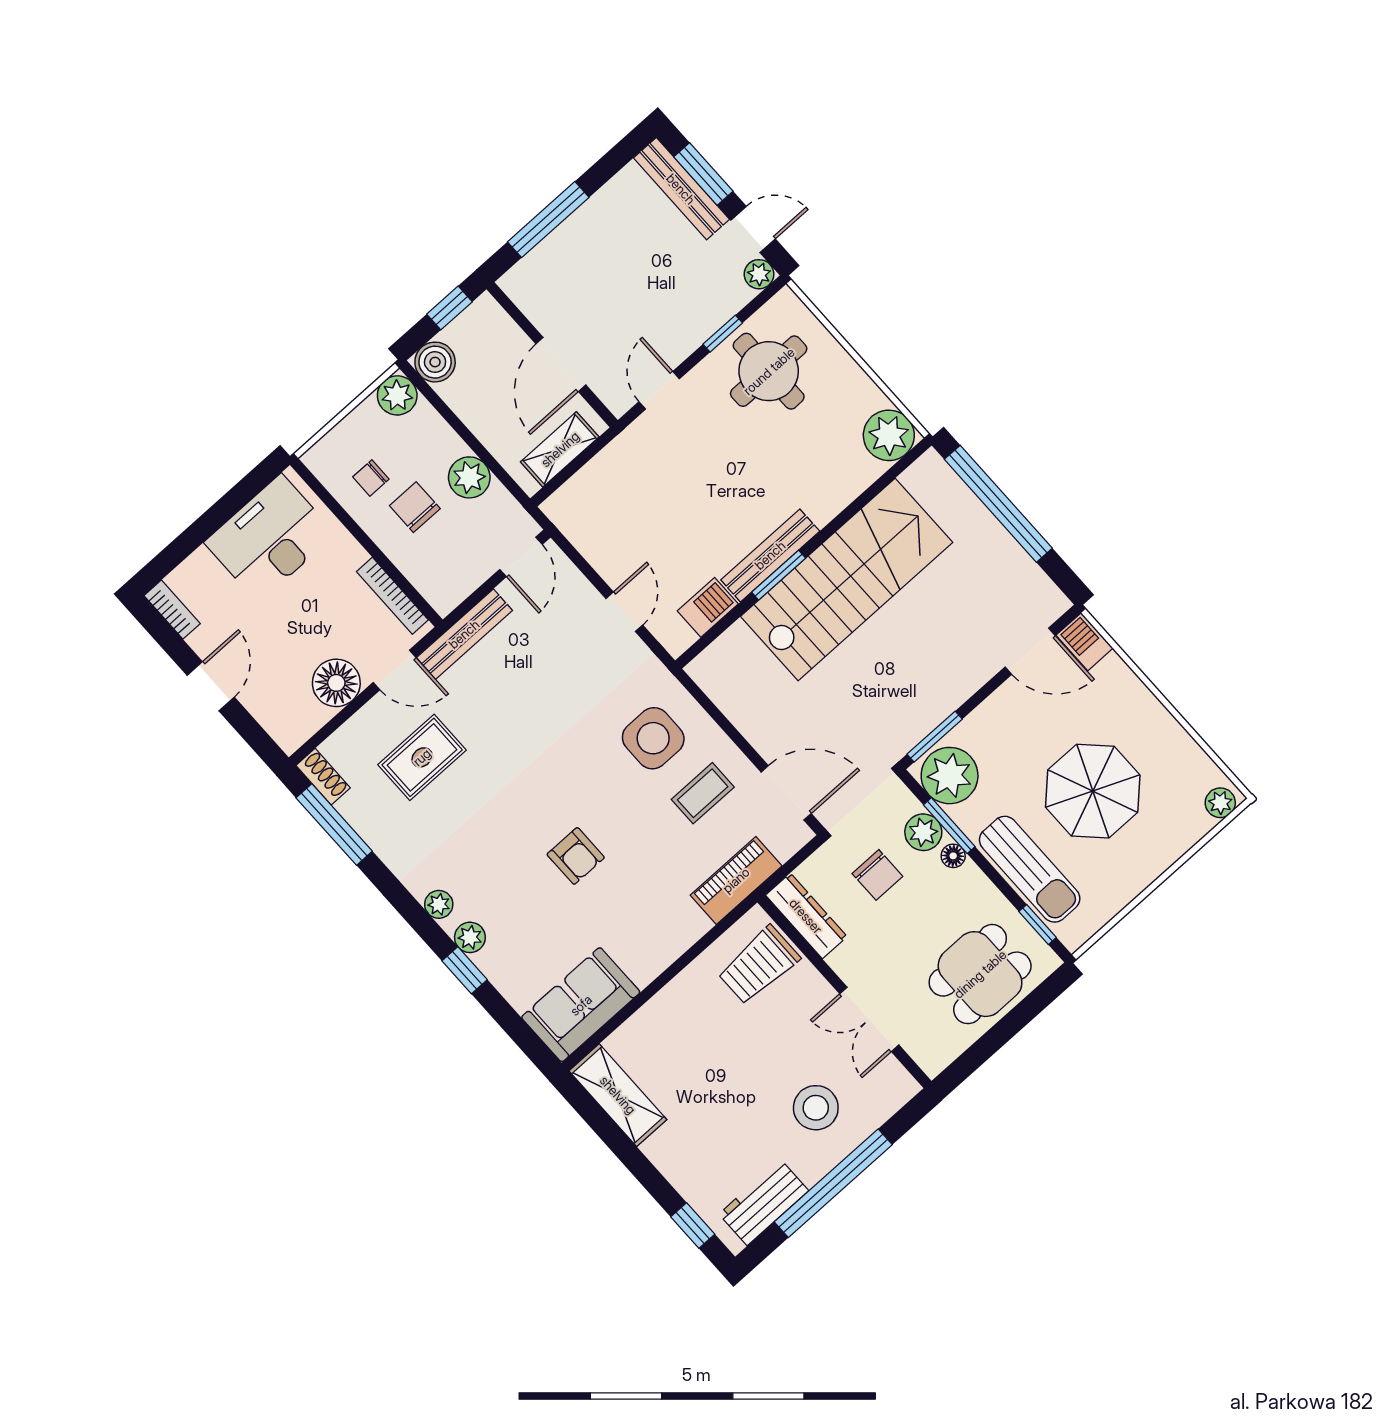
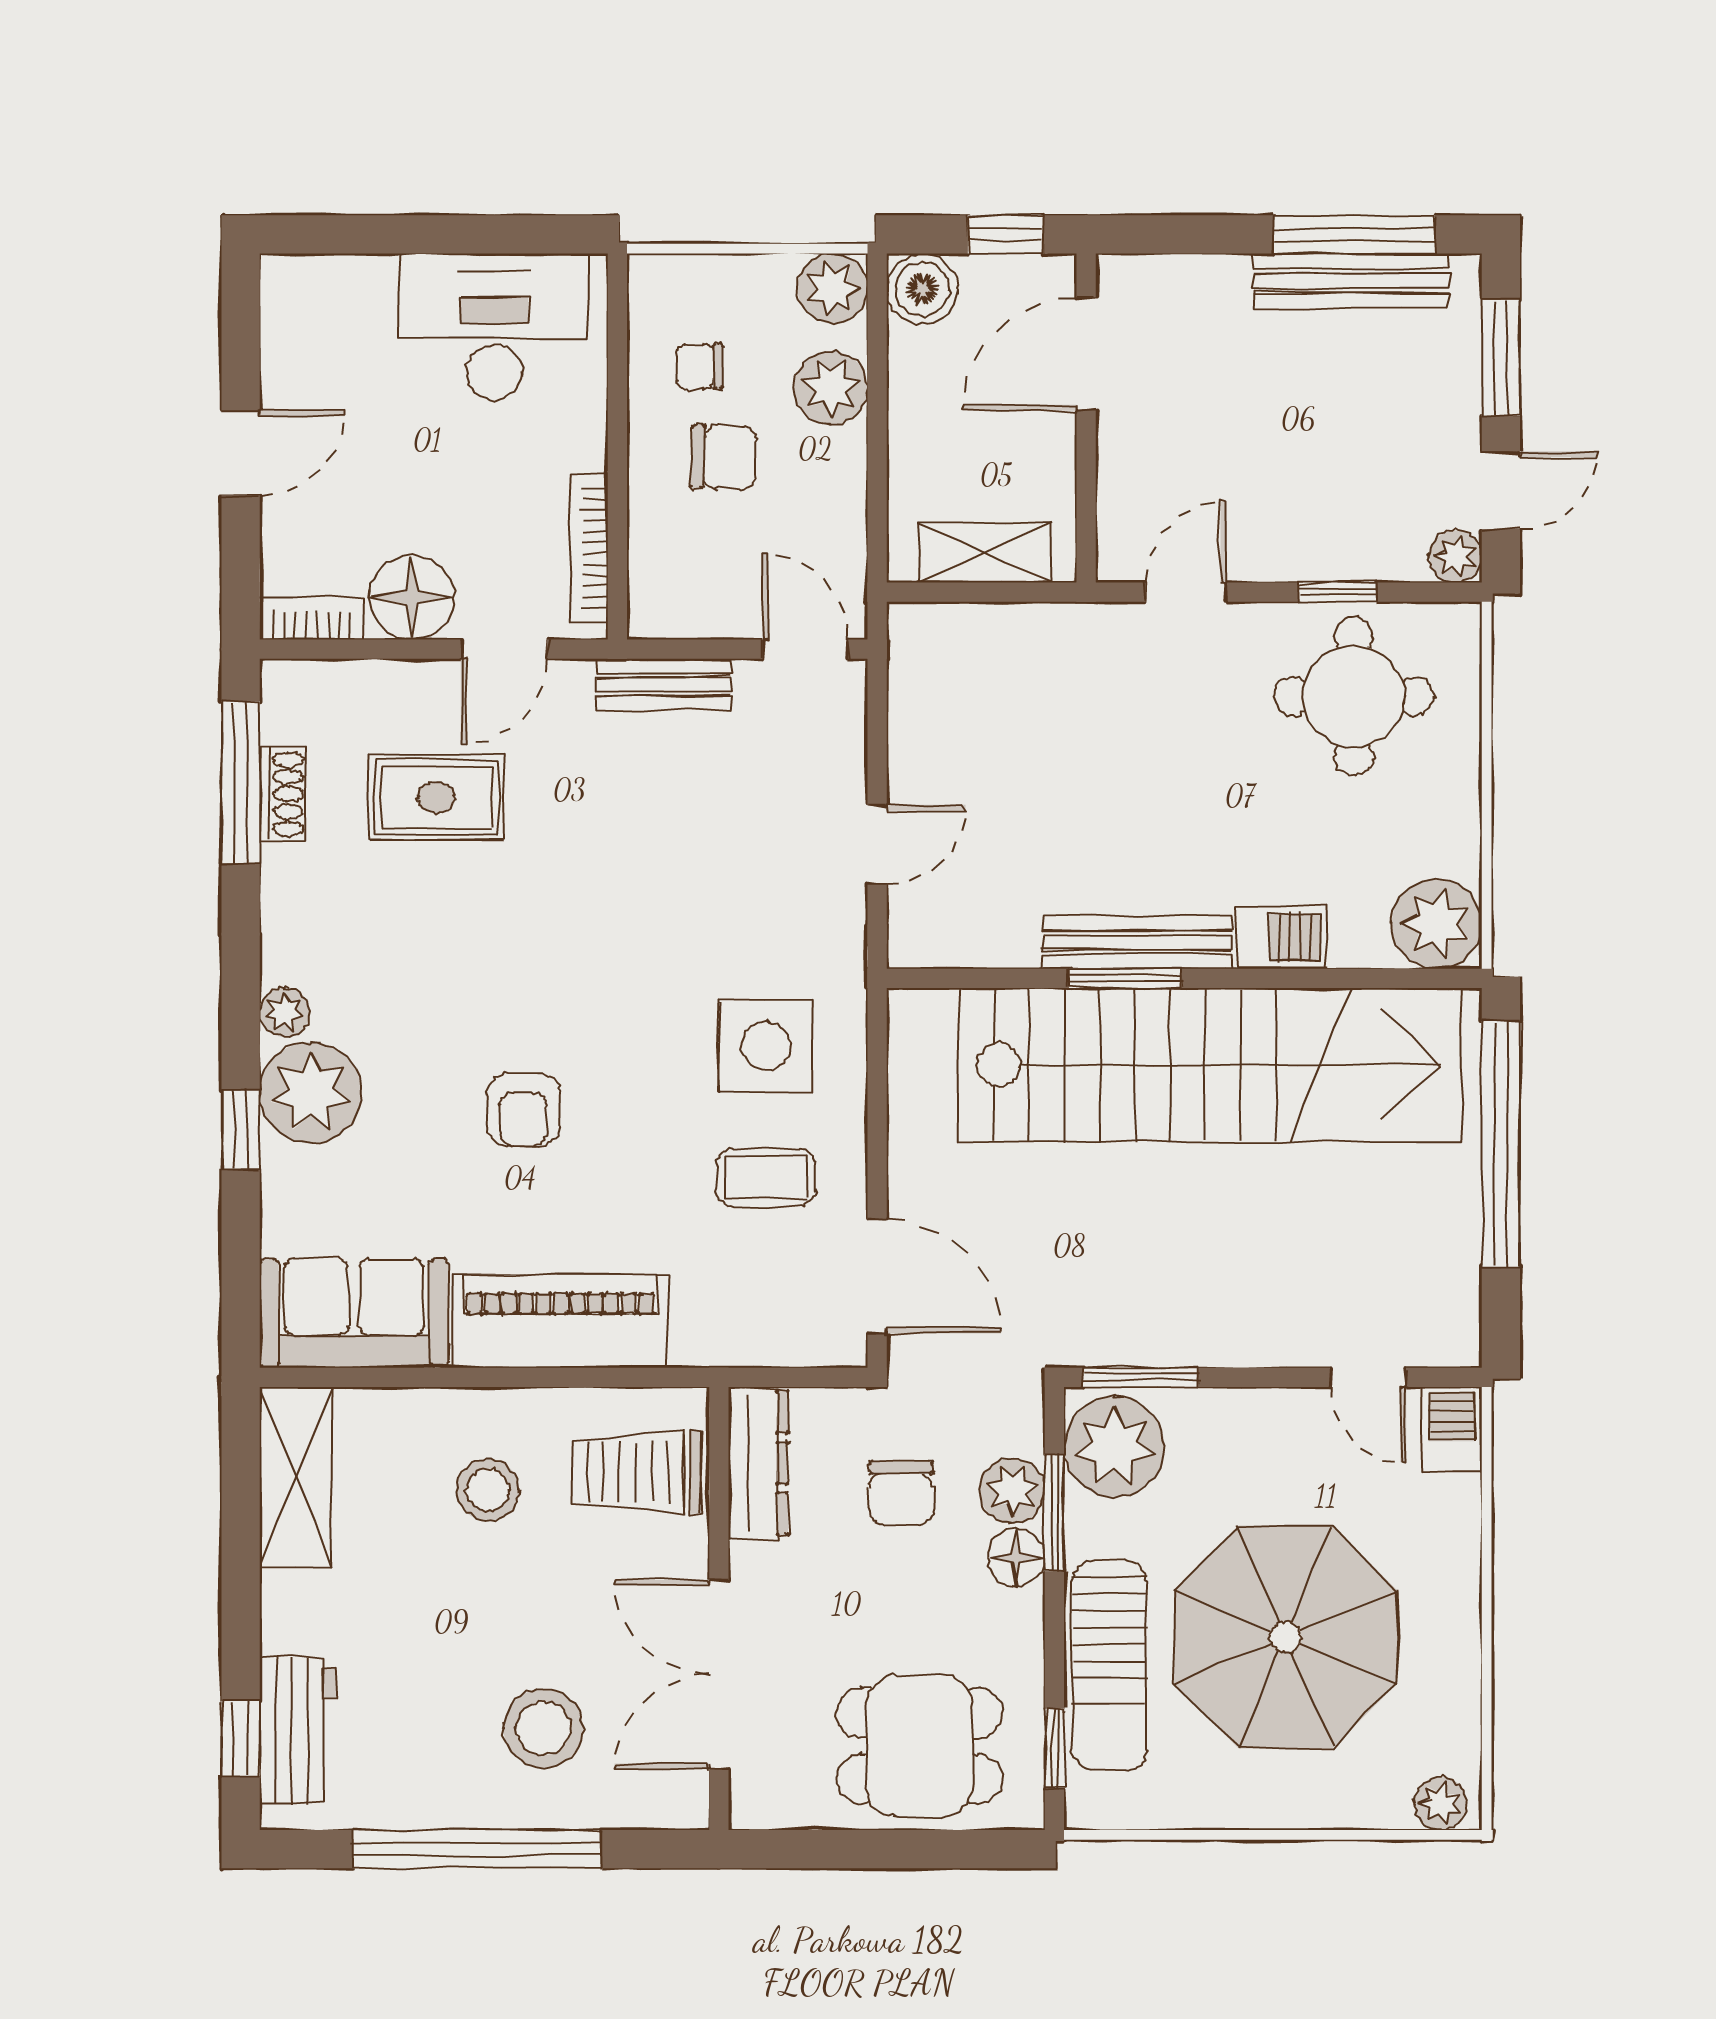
bench: (681, 189) -> (1351, 281), moved, turned 90
window: (548, 220) -> (1354, 234), moved
door: (753, 230) -> (1501, 490), hinge flipped
door: (561, 364) -> (1086, 354), moved
plant: (469, 477) -> (831, 388), moved
chair: (415, 507) -> (724, 457), turned 92
door: (521, 557) -> (805, 649), swing flipped
stairs: (847, 579) -> (1210, 1065), width x1.36
barbecue: (708, 607) -> (1282, 937), moved
bookcase: (172, 610) -> (312, 619), moved, turned -90
bench: (464, 634) -> (663, 684), width x0.73
door: (1030, 651) -> (1368, 1377), width x0.73
door: (395, 670) -> (504, 649), hinge flipped
shoe rack: (323, 777) -> (283, 794), moved
parasol: (1093, 791) -> (1285, 1637), width x1.36, depth x1.36
floor lamp: (953, 856) -> (1016, 1557), width x1.37, depth x1.37
piano: (736, 880) -> (560, 1321), moved, width x1.37, depth x1.33
plant: (470, 937) -> (310, 1093), width x1.87, depth x1.87
double door: (869, 1019) -> (719, 1675), width x1.37
stool: (703, 1029) -> (488, 1490), added
workbench: (764, 1202) -> (298, 1731), moved, turned 90

